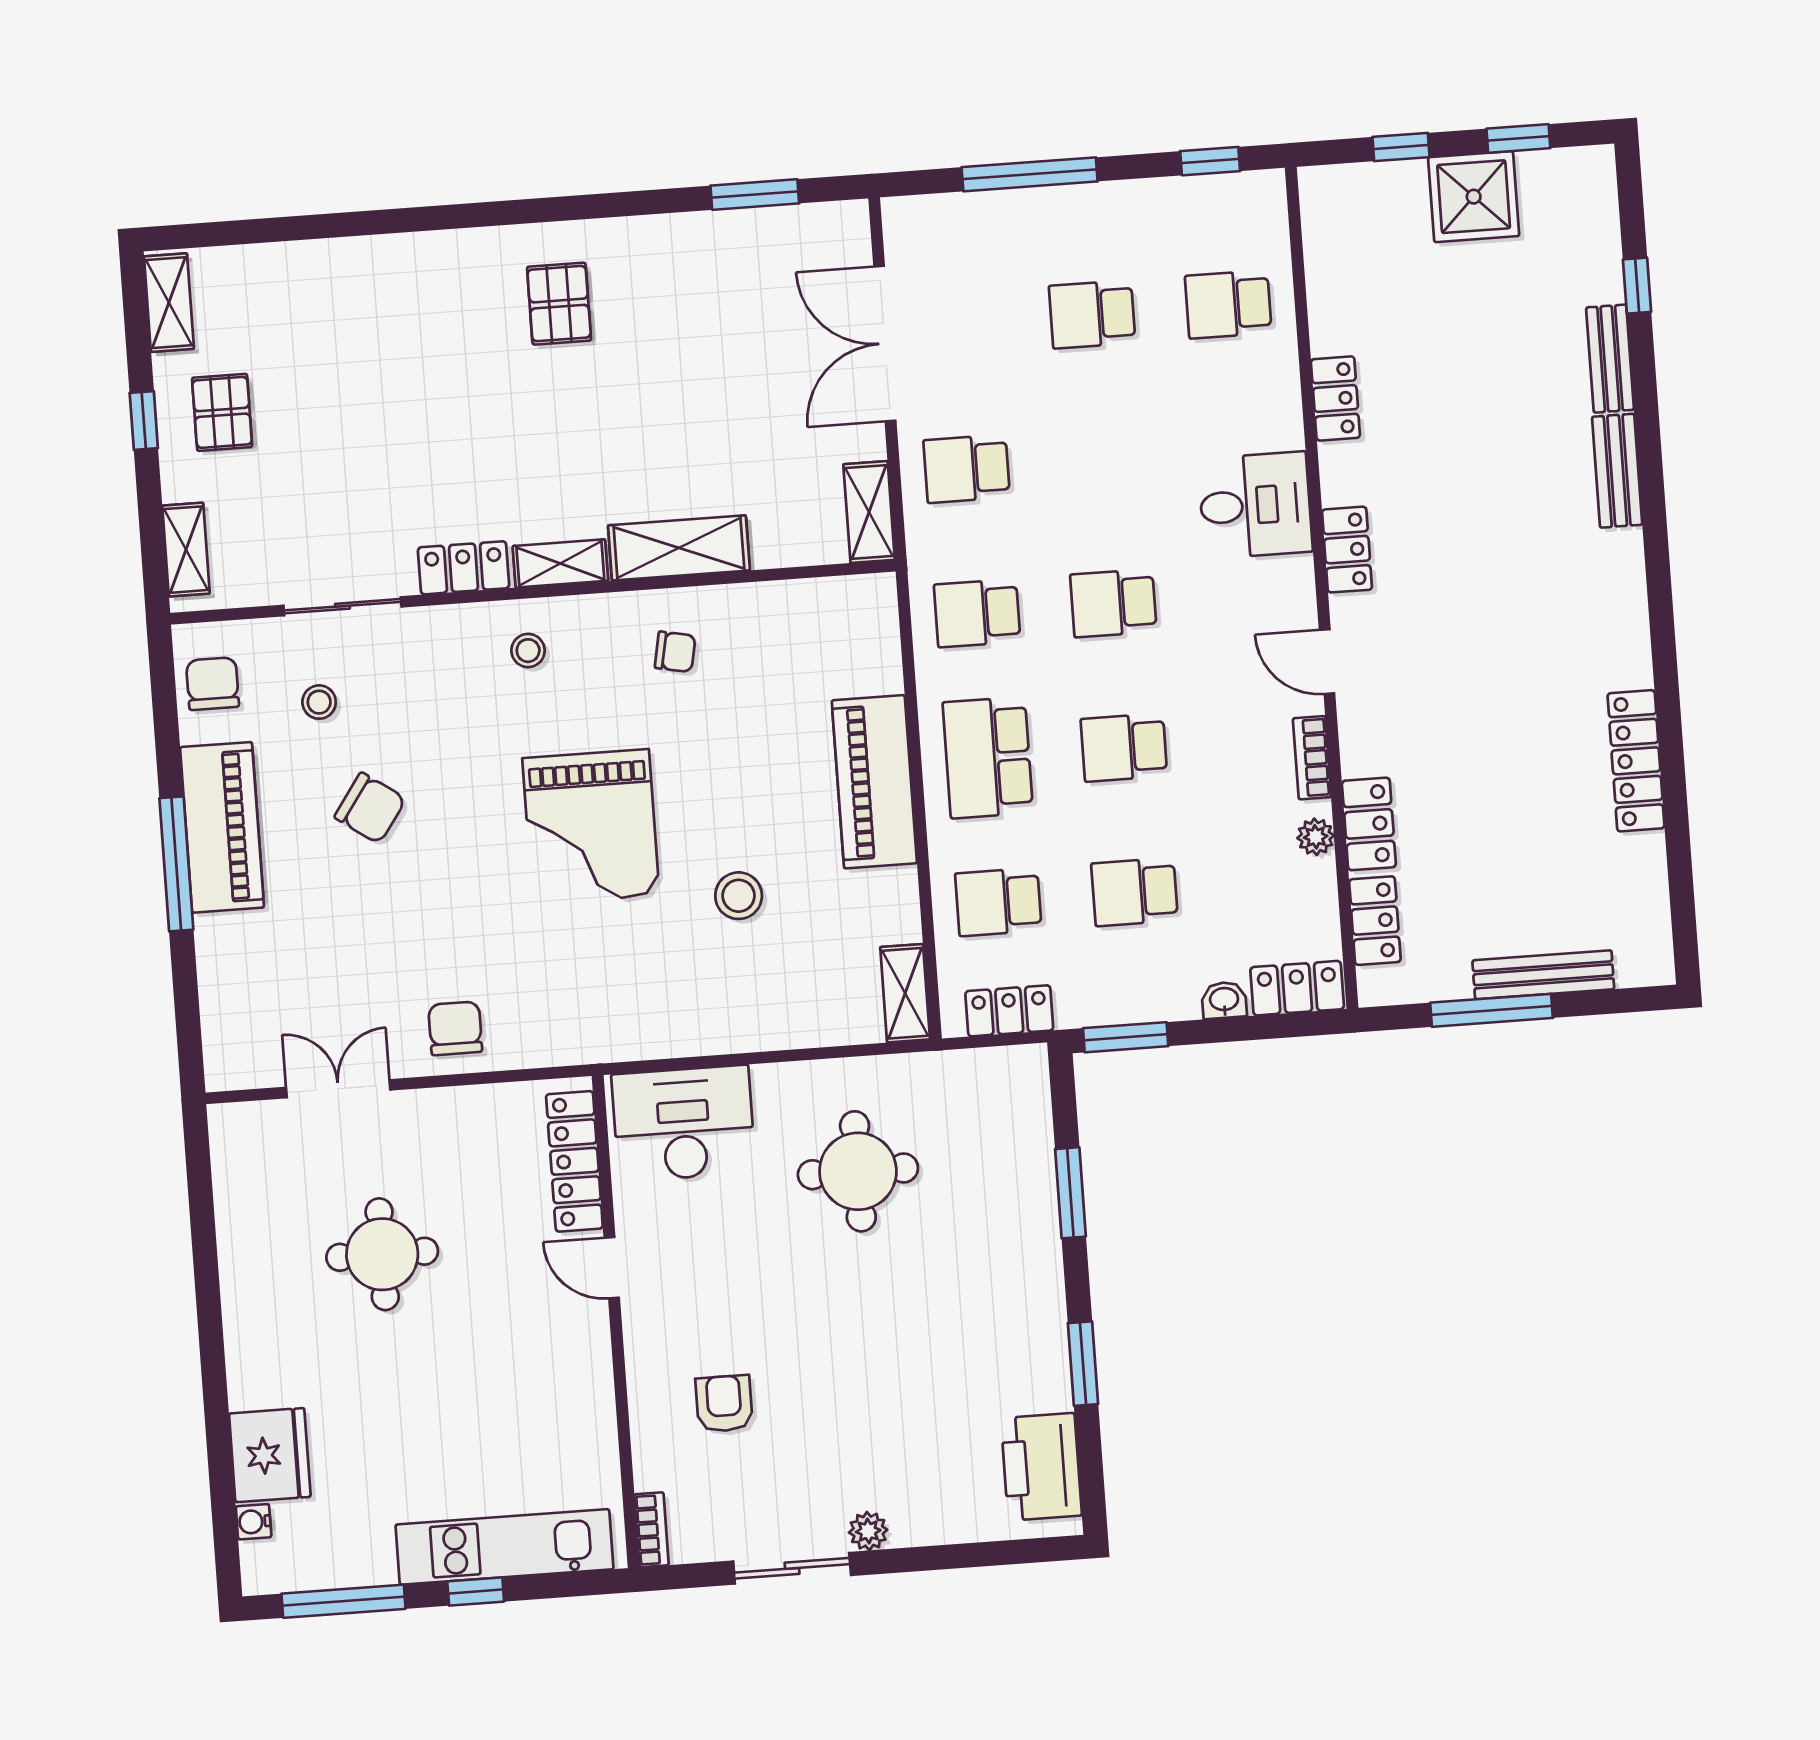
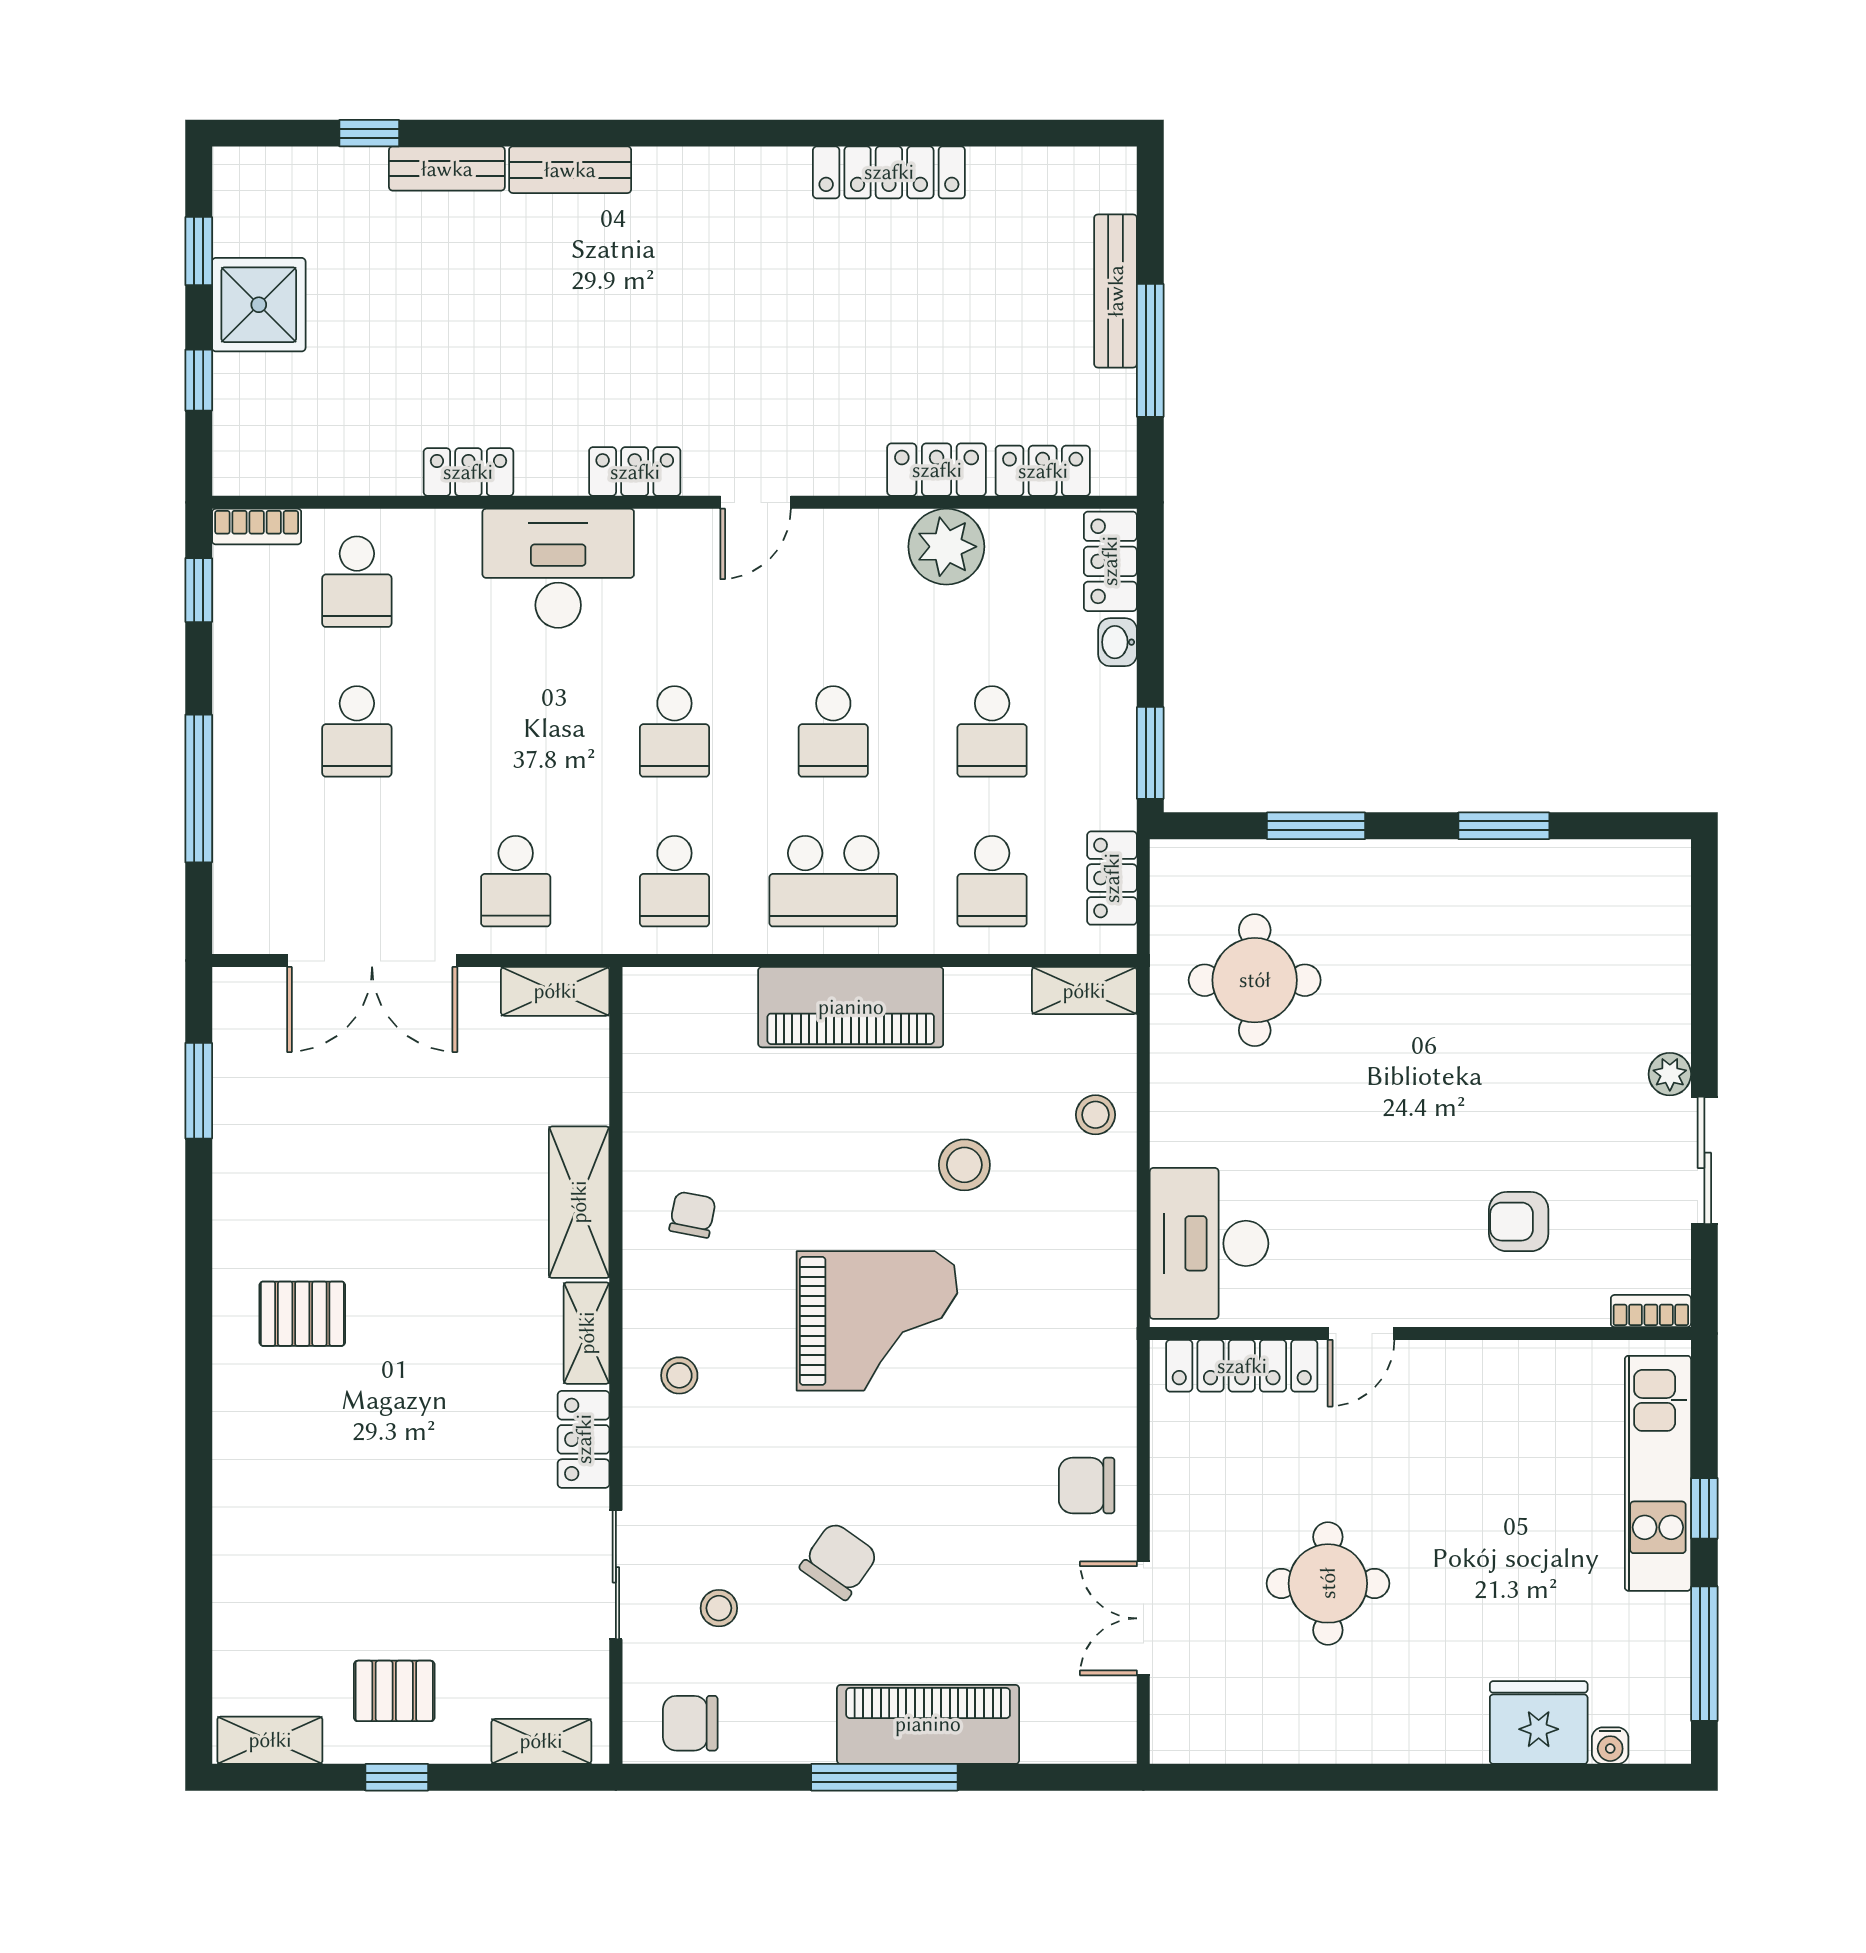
desk: (1255, 505) -> (558, 568), width x1.37
bookcase: (1312, 758) -> (257, 527), moved
piano: (222, 827) -> (928, 1724), moved
plant: (1316, 837) -> (946, 547), width x1.87, depth x1.87
stool: (793, 1012) -> (1096, 1115), added
round table: (858, 1171) -> (1255, 980), moved
printer: (1041, 1467) -> (1613, 880), removed

